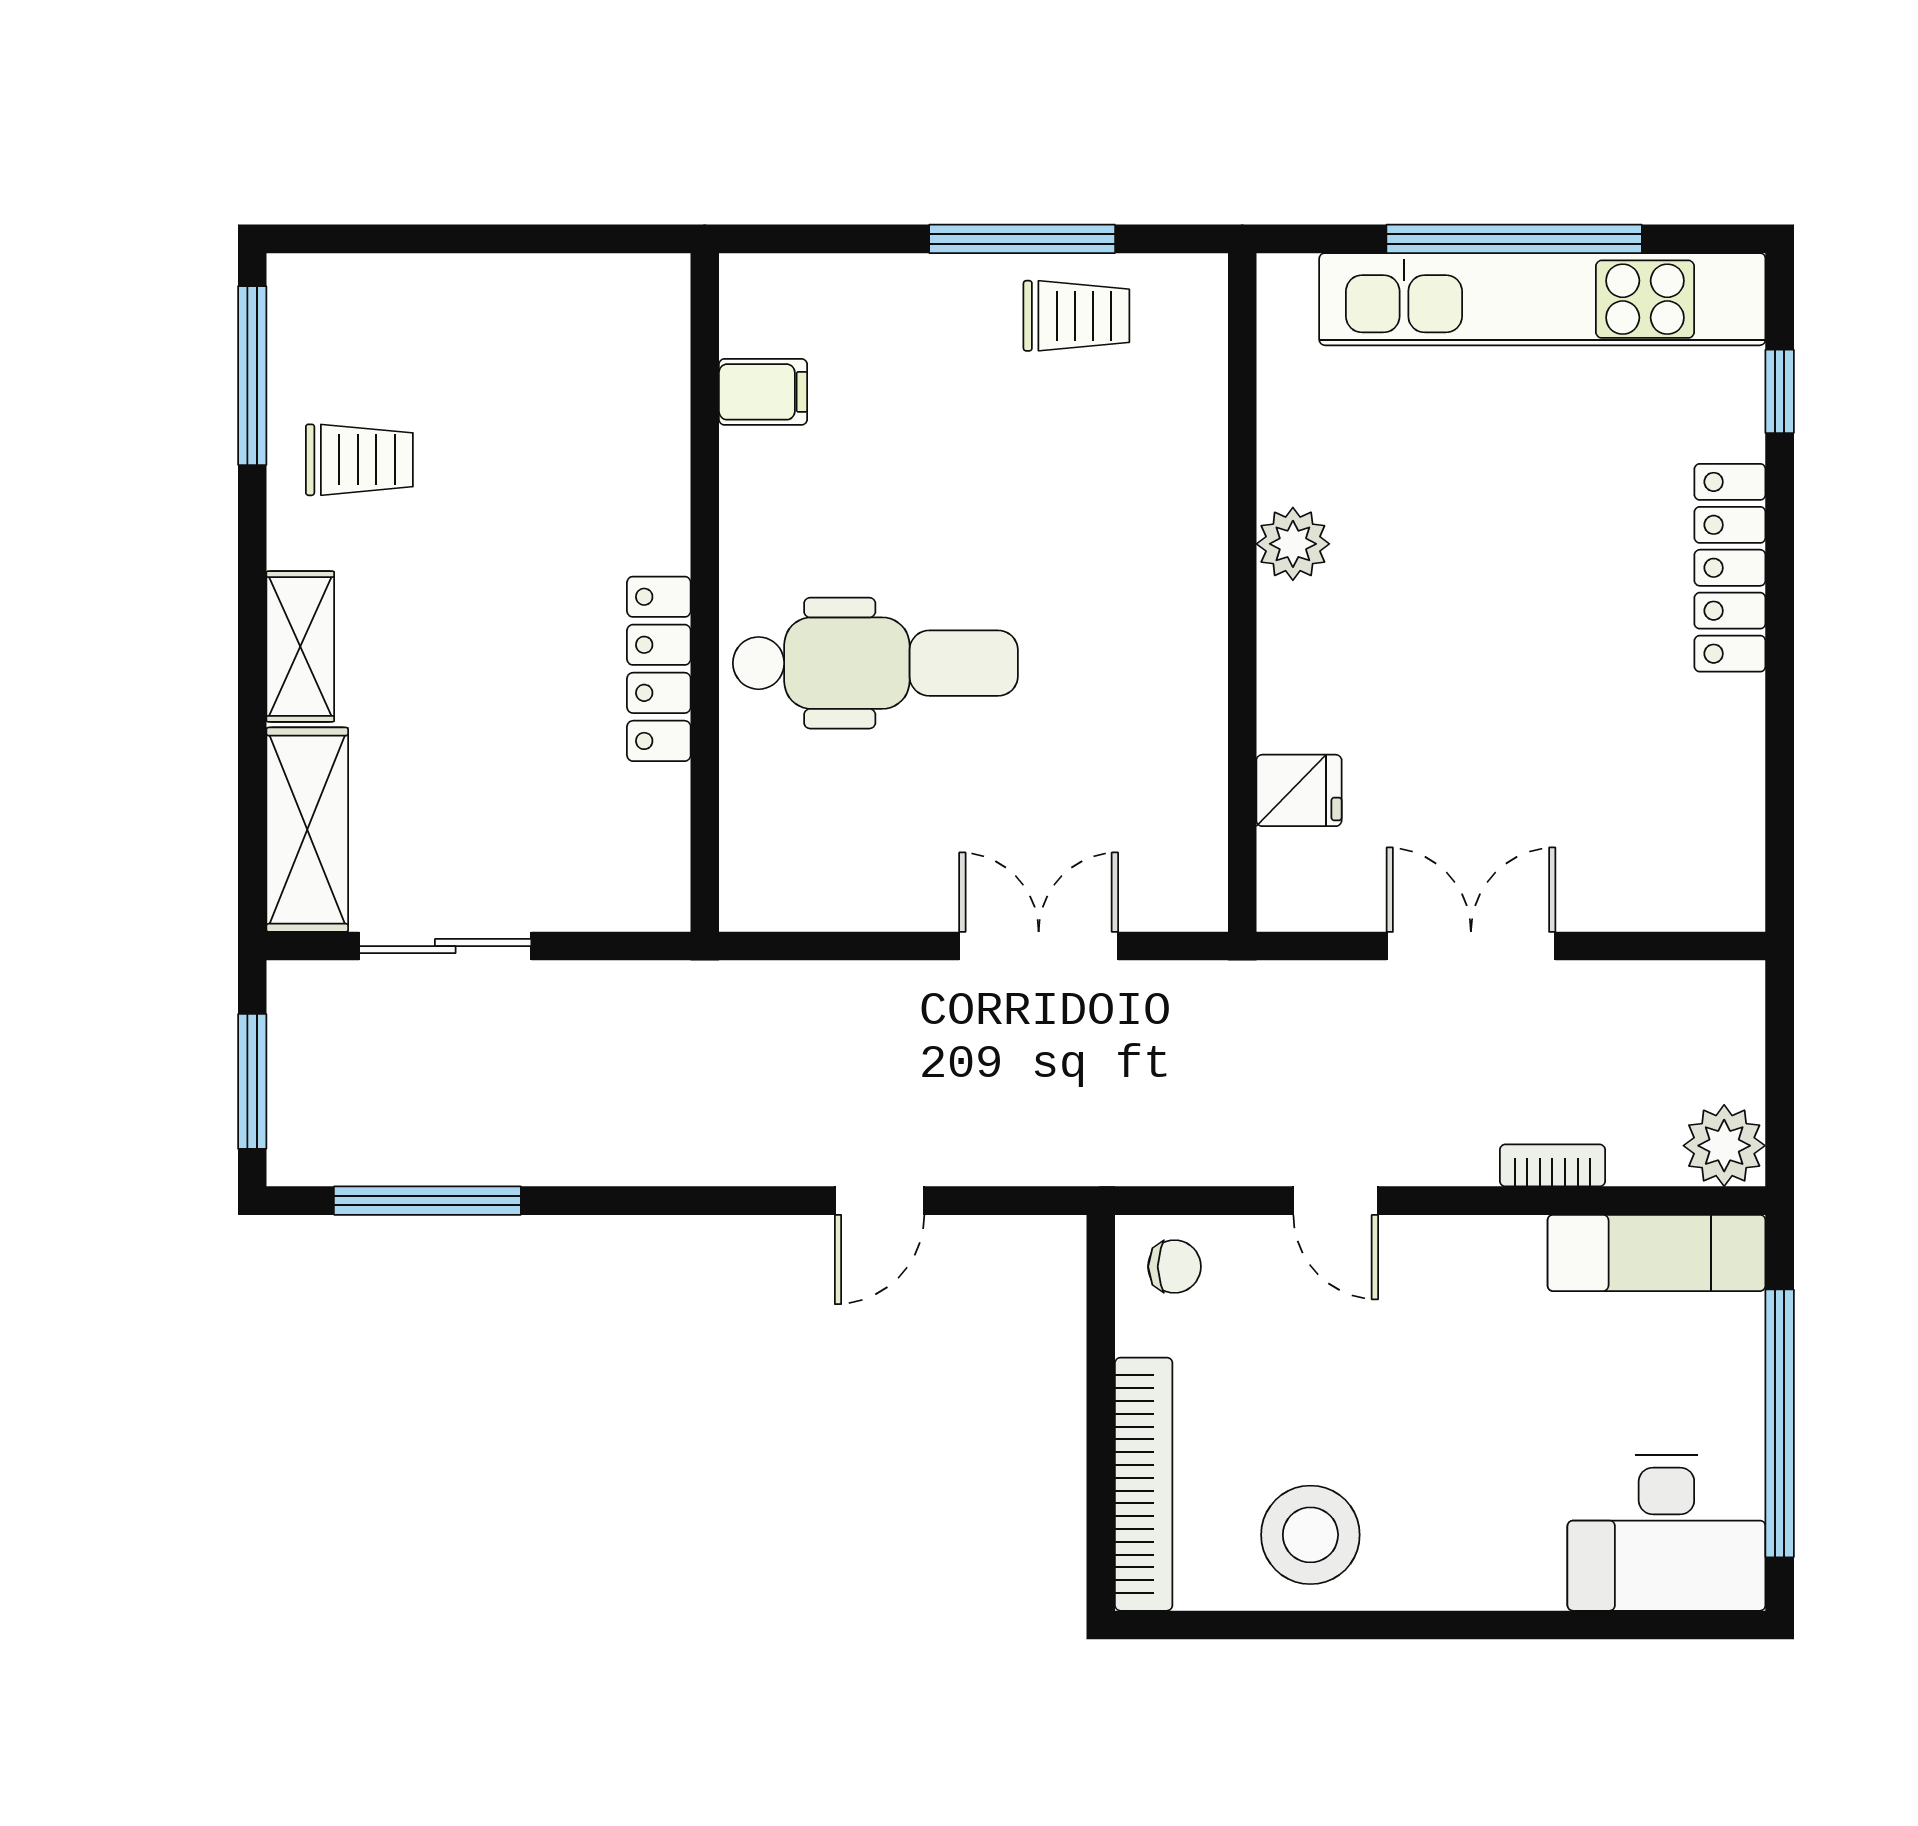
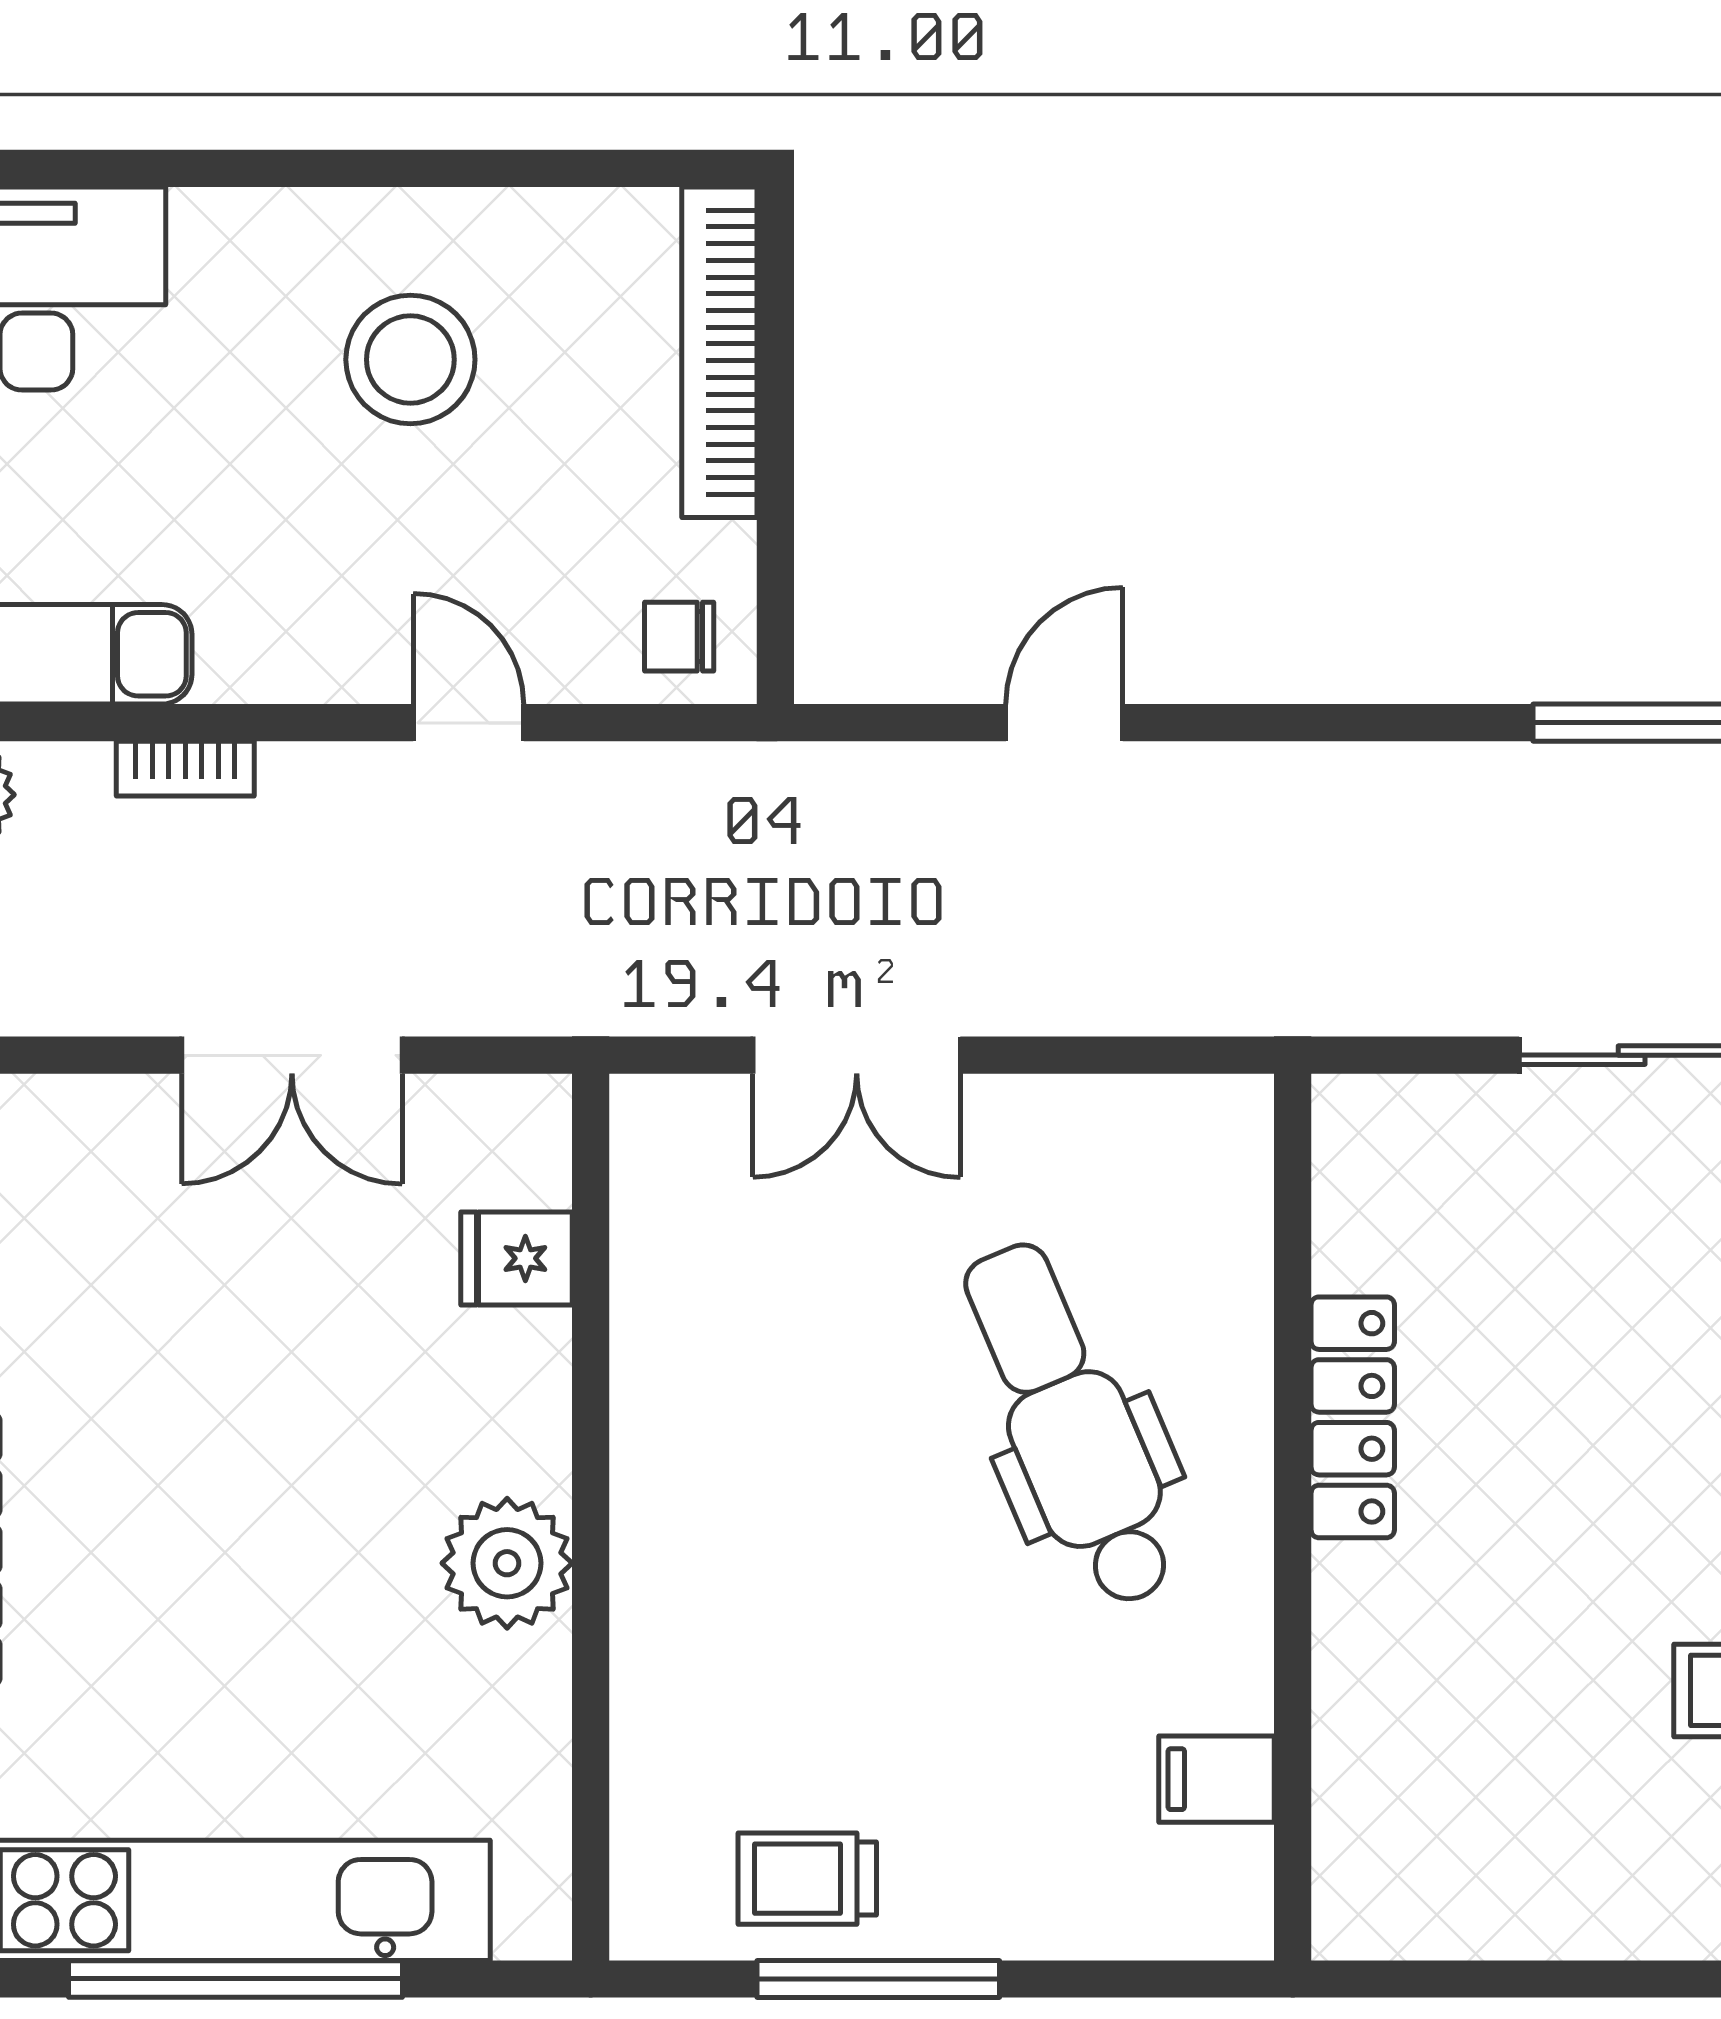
plant: (1293, 544) -> (507, 1563), width x1.36, depth x1.36
dental chair: (875, 663) -> (1070, 1425), turned 67
stool: (1310, 1535) -> (410, 360), moved

